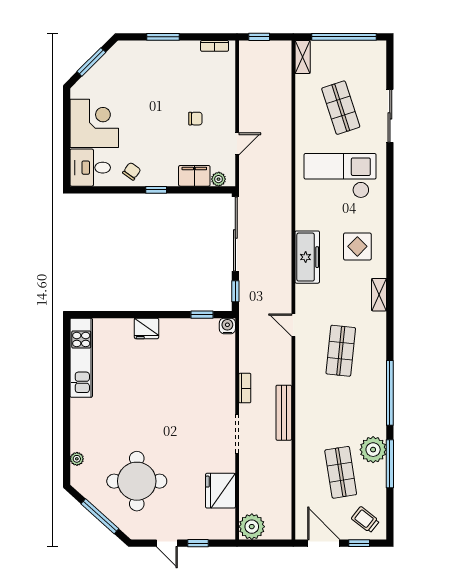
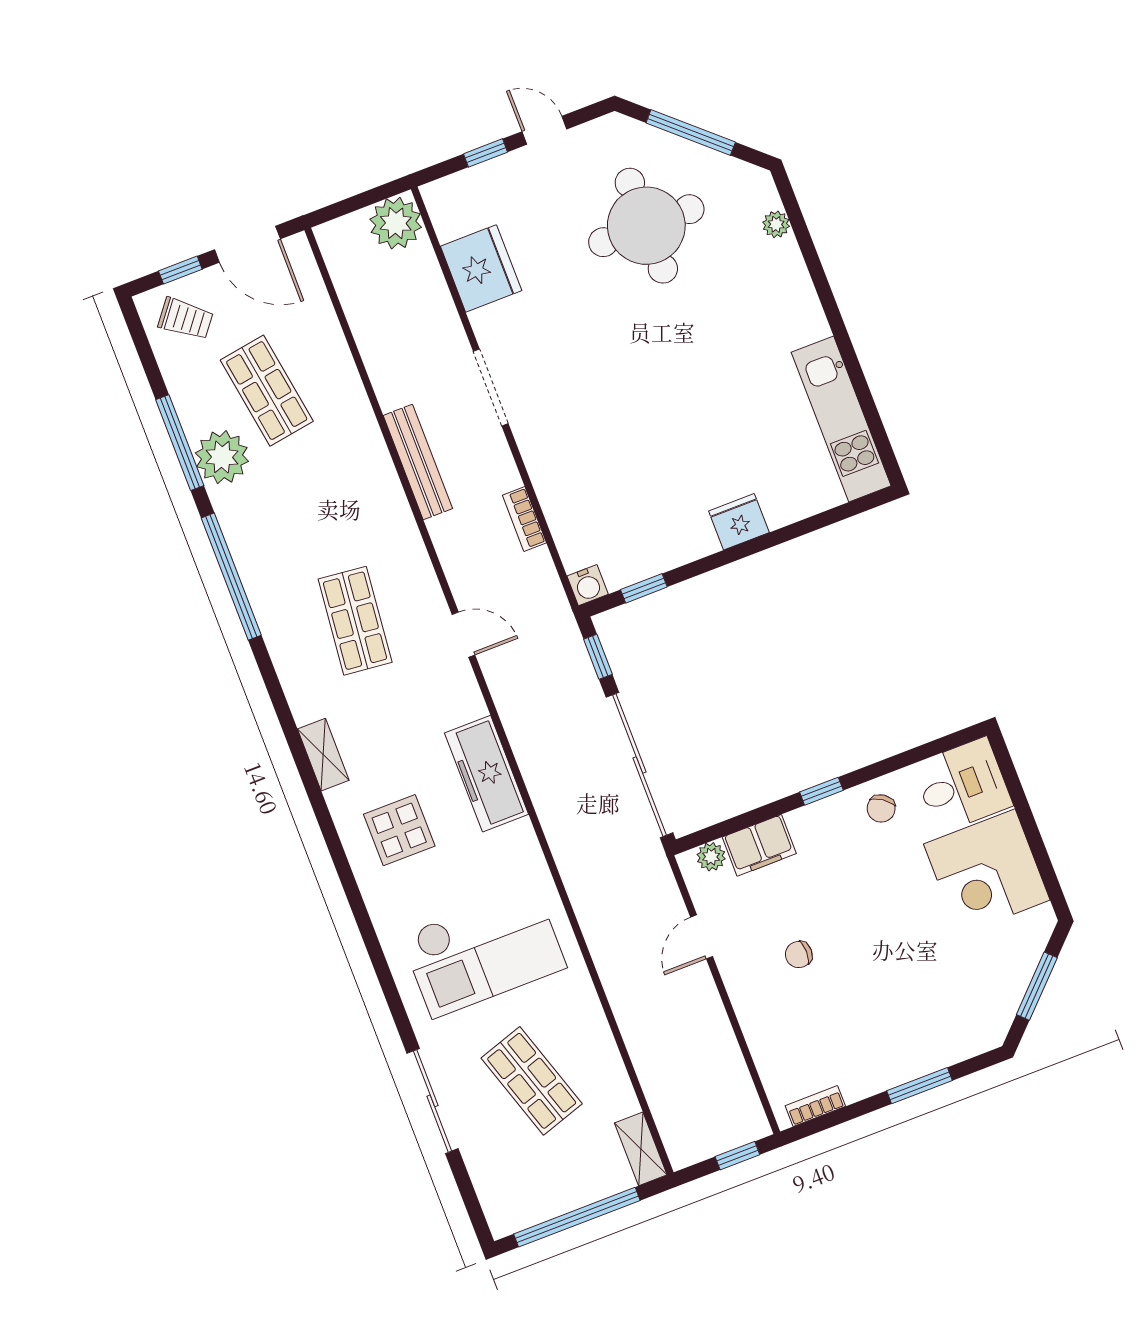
bookcase: (245, 388) -> (524, 519), moved

